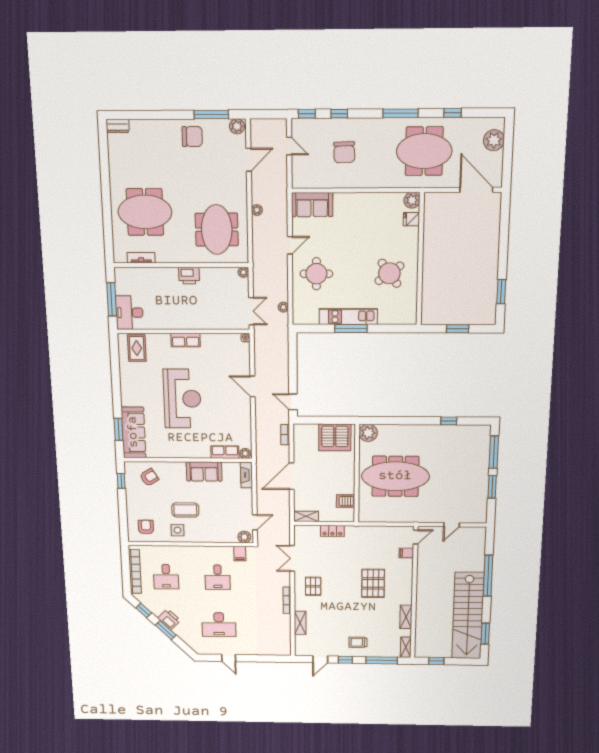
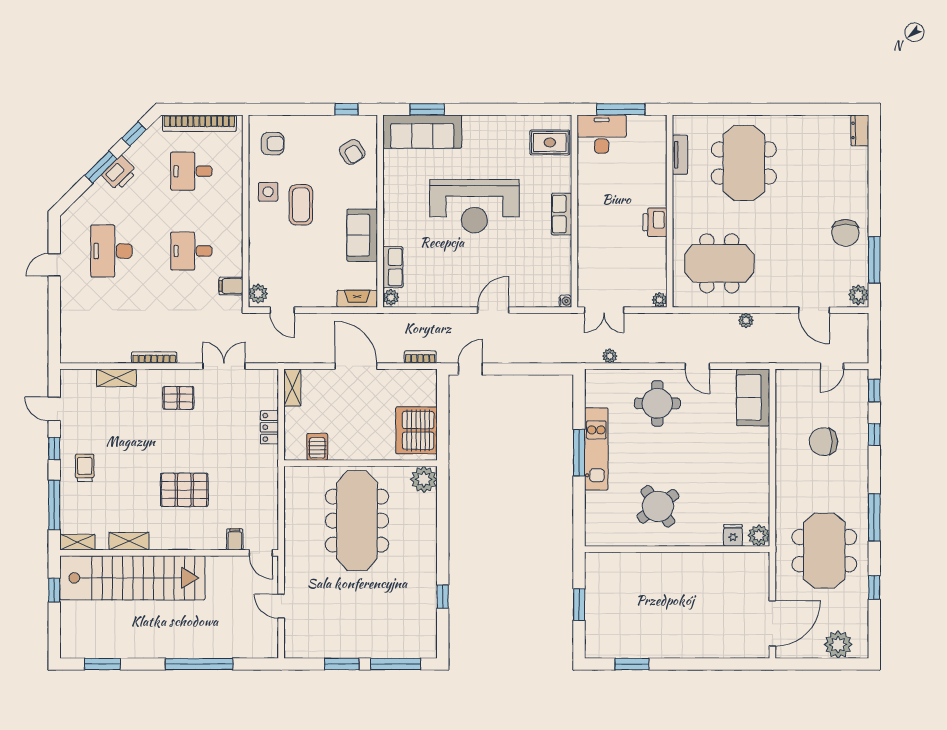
stairs: (468, 616) -> (132, 578), moved, turned 180

